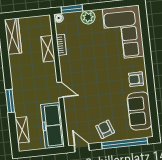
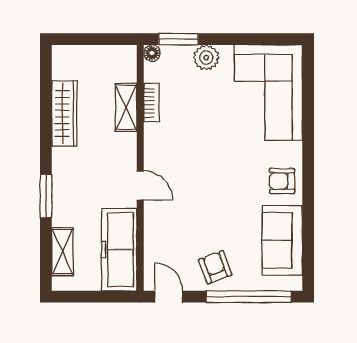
wardrobe: (13, 36) -> (64, 114), moved

